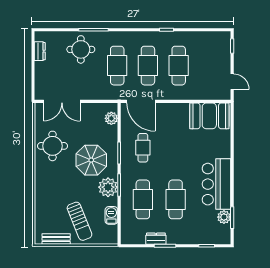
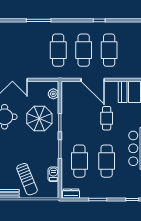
round table: (81, 49) -> (28, 37), removed
door: (141, 101) -> (93, 80), moved
cafe table: (143, 148) -> (107, 118), moved
parasol: (91, 160) -> (39, 118), moved
plant: (108, 187) -> (51, 151), removed
dresser: (156, 239) -> (71, 194), moved

